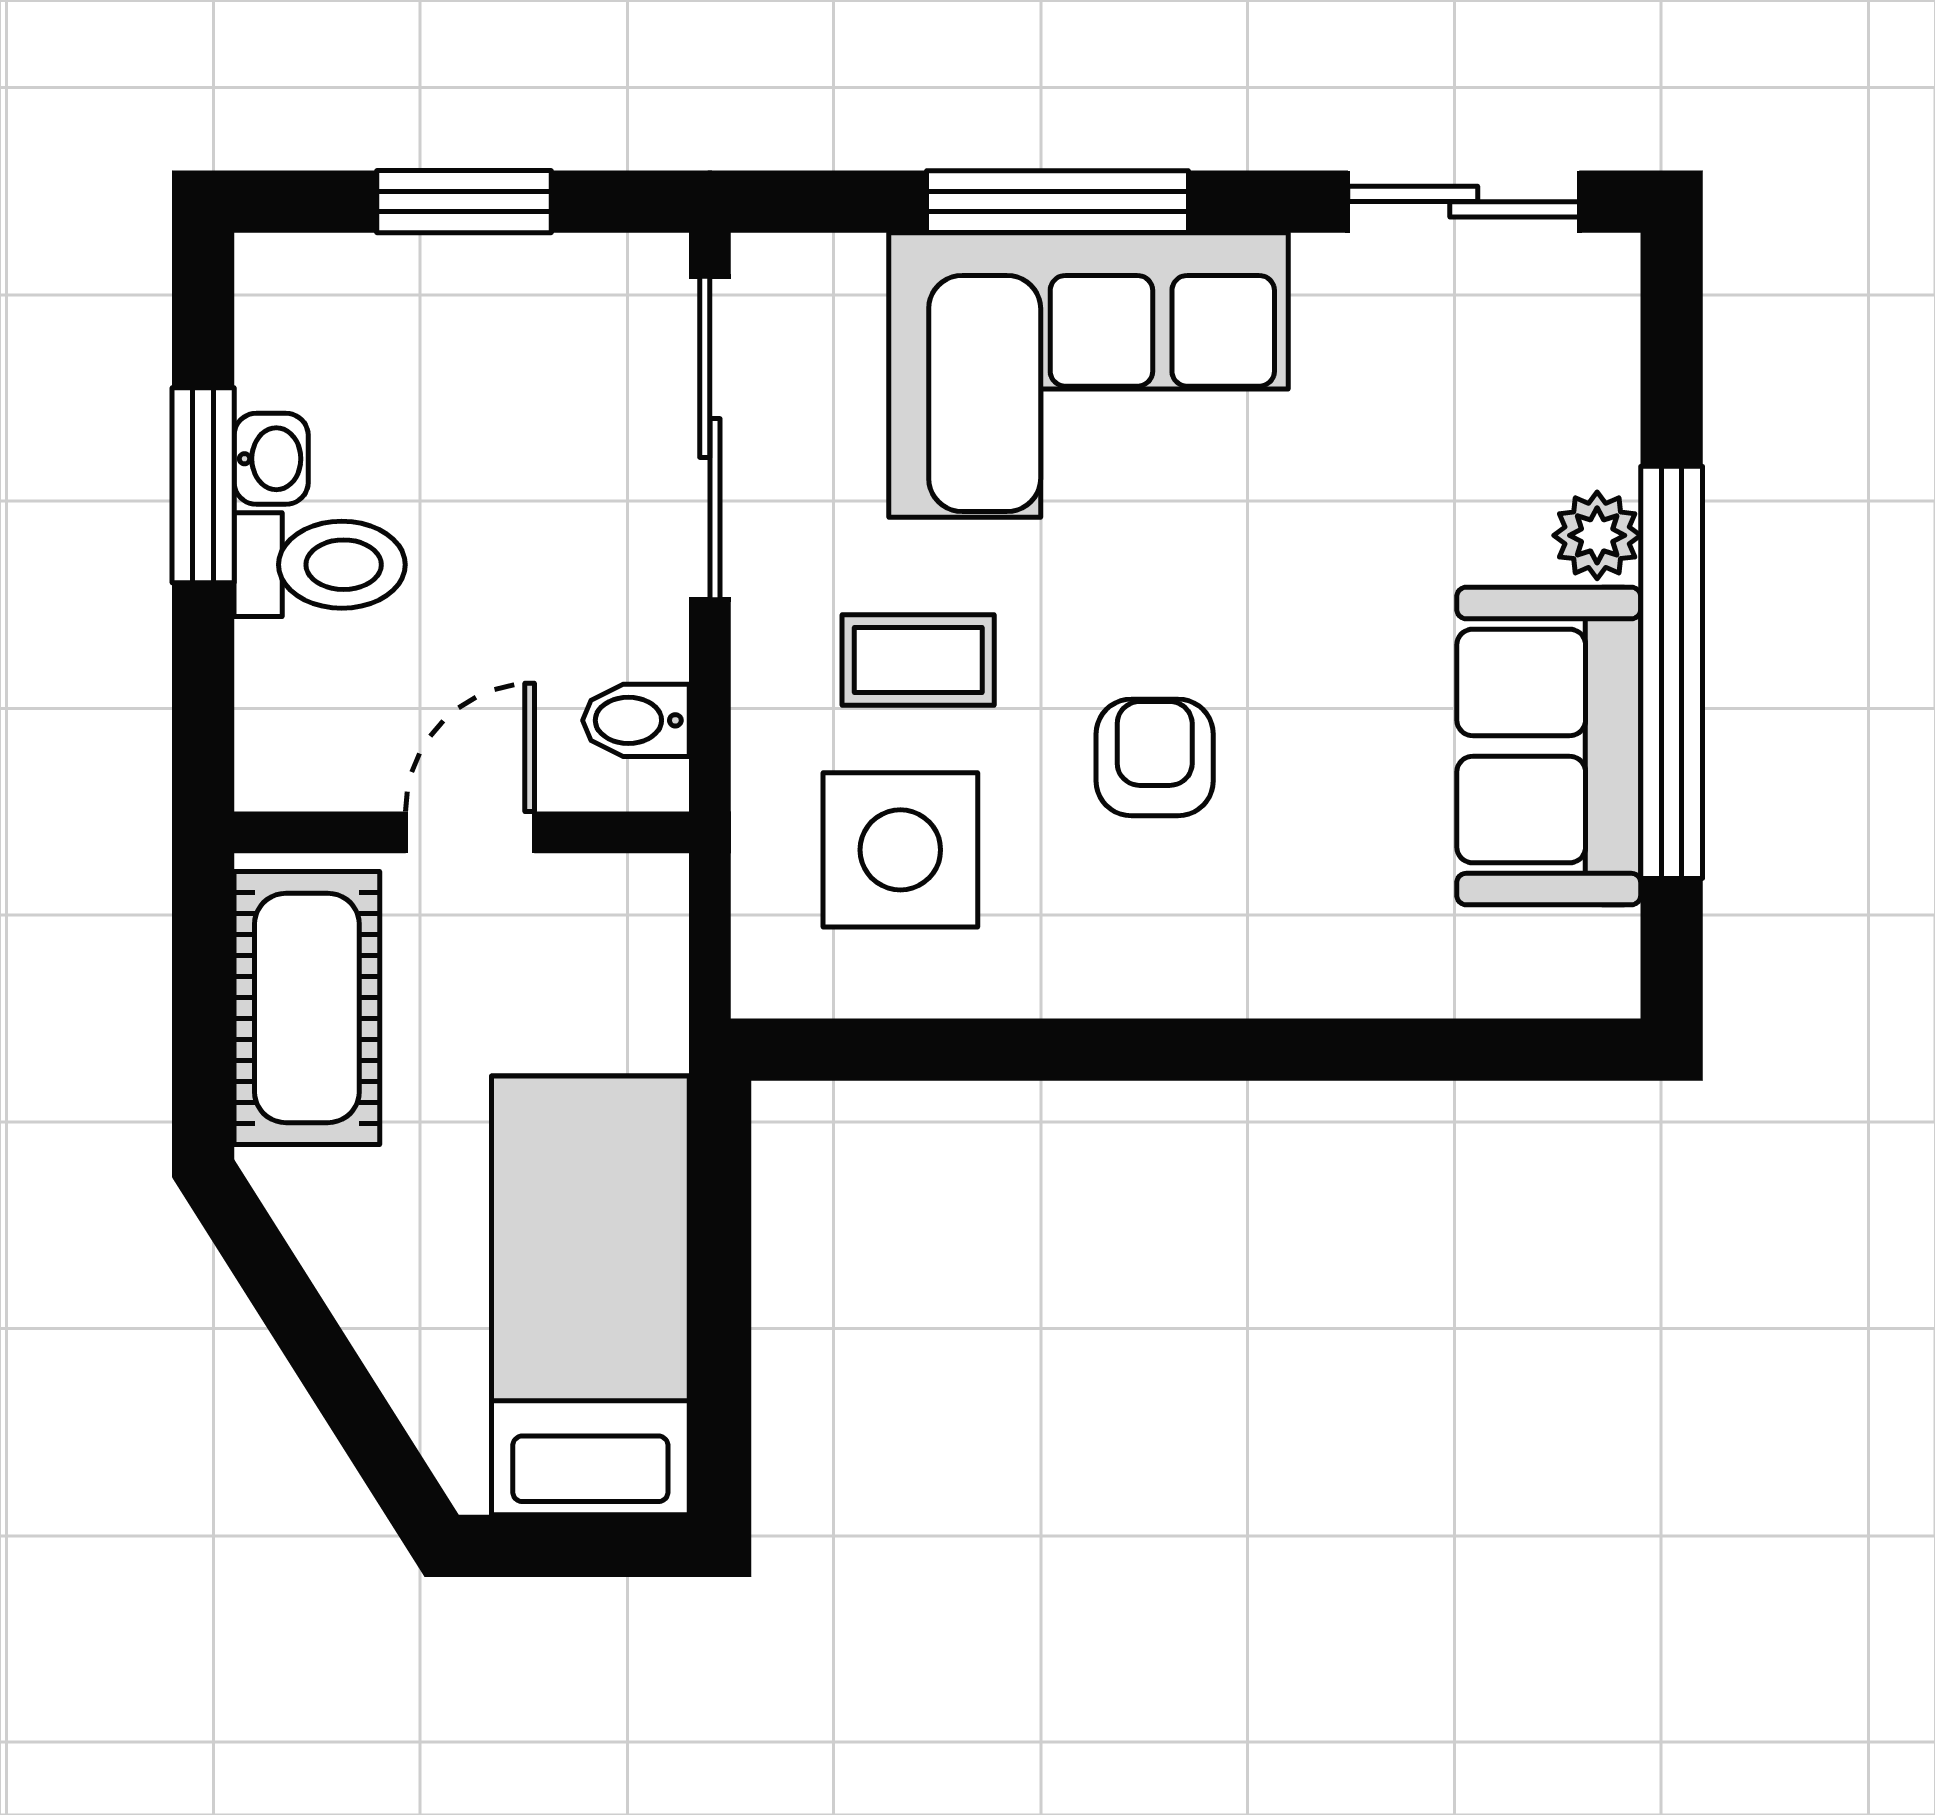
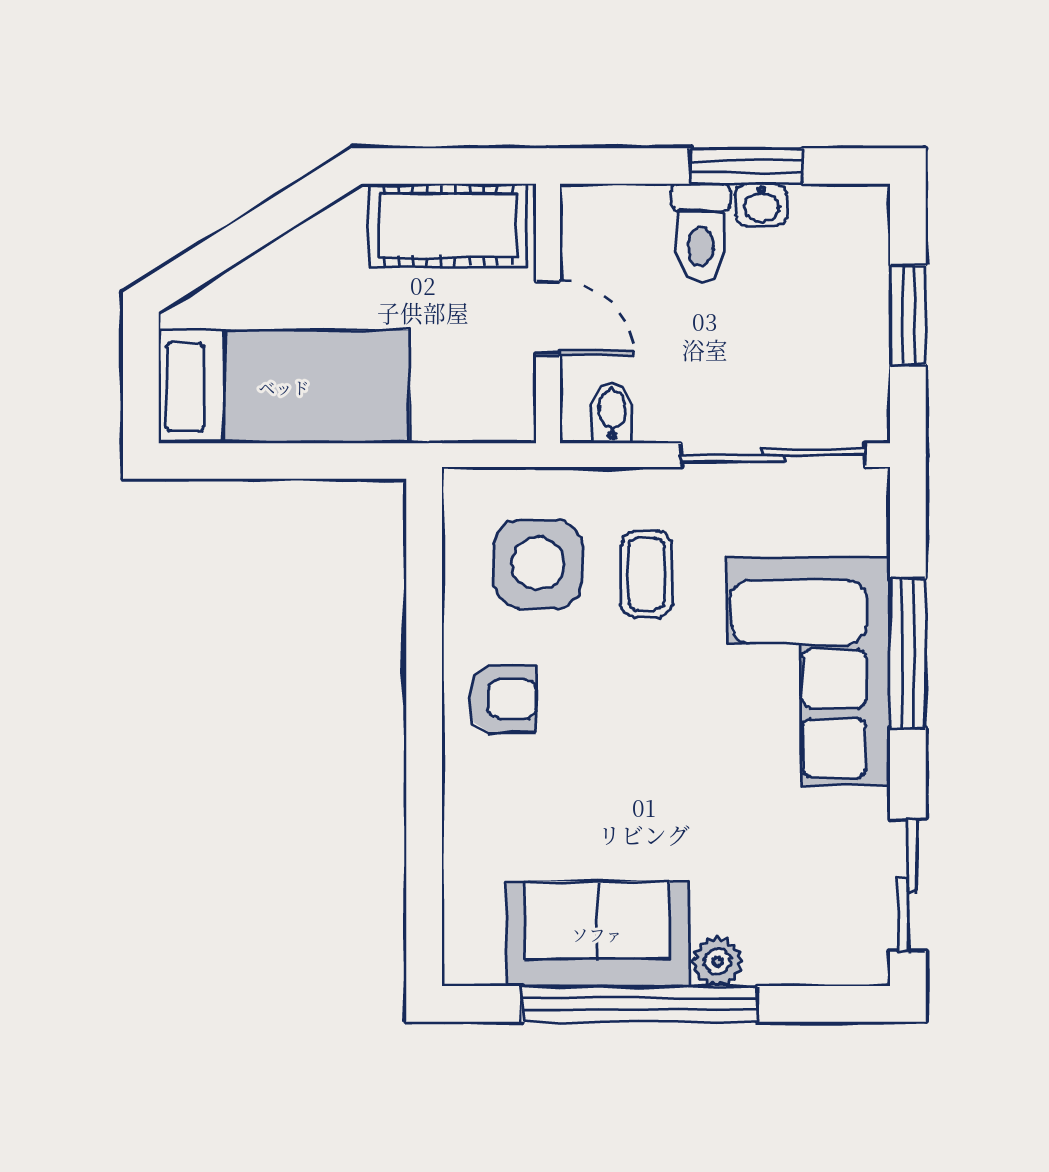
armchair: (1155, 757) -> (503, 699), moved

